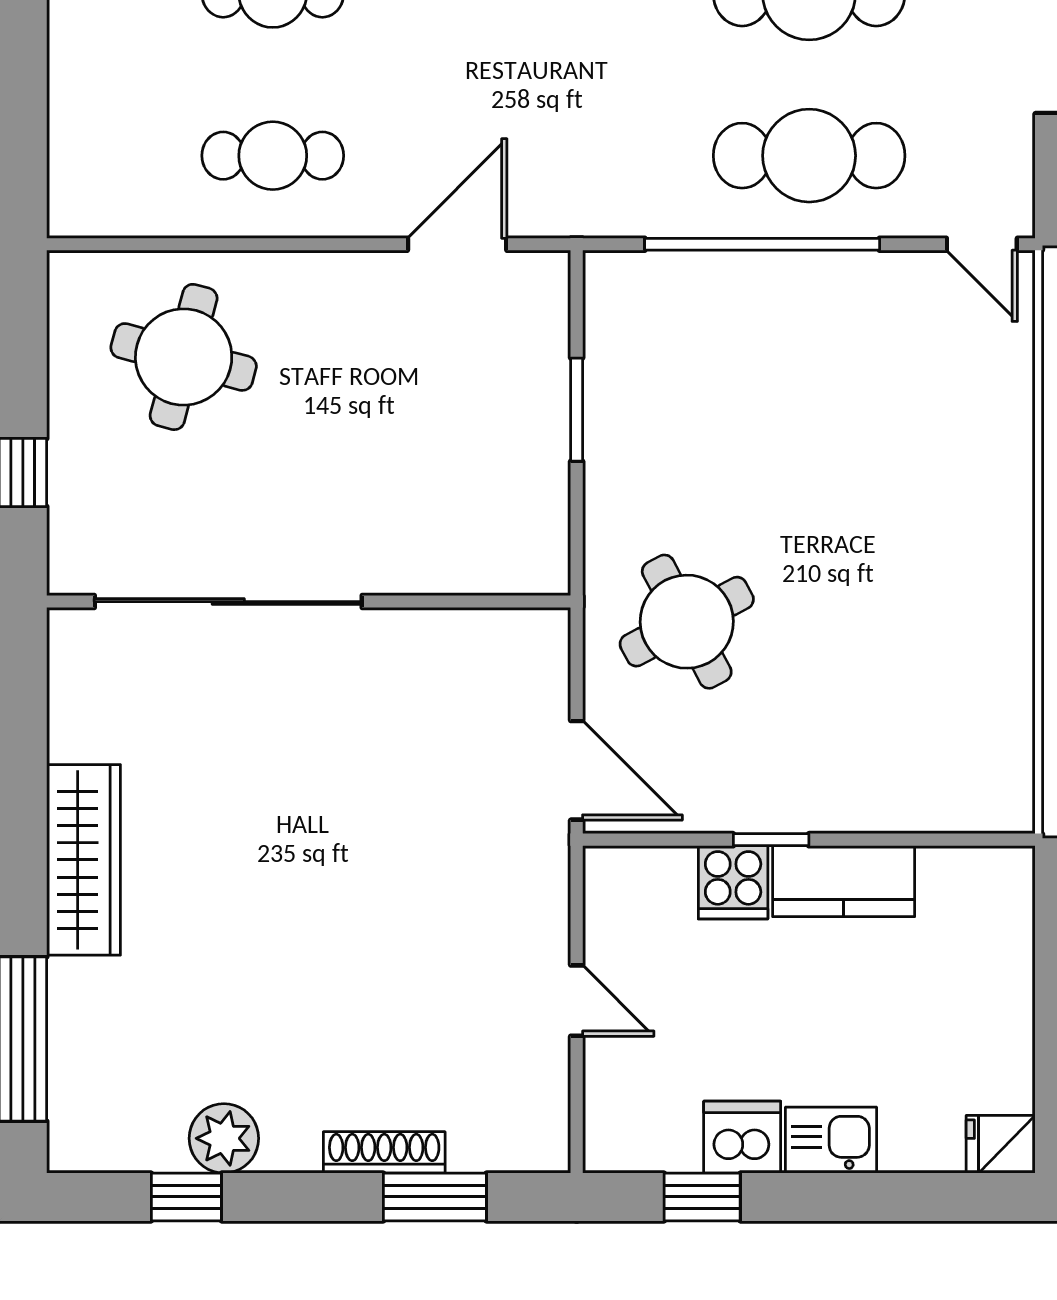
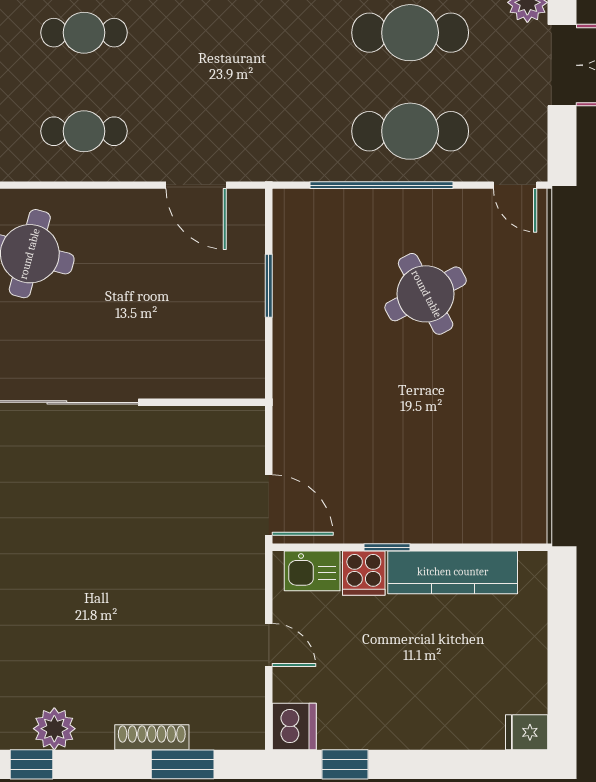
door: (457, 244) -> (196, 185), swing flipped
round table: (687, 622) -> (426, 294), moved
kitchen counter: (844, 881) -> (453, 572), width x1.50
dishwasher: (742, 1137) -> (294, 726), moved, turned 90
kitchen sink: (831, 1140) -> (312, 571), moved, turned 180

